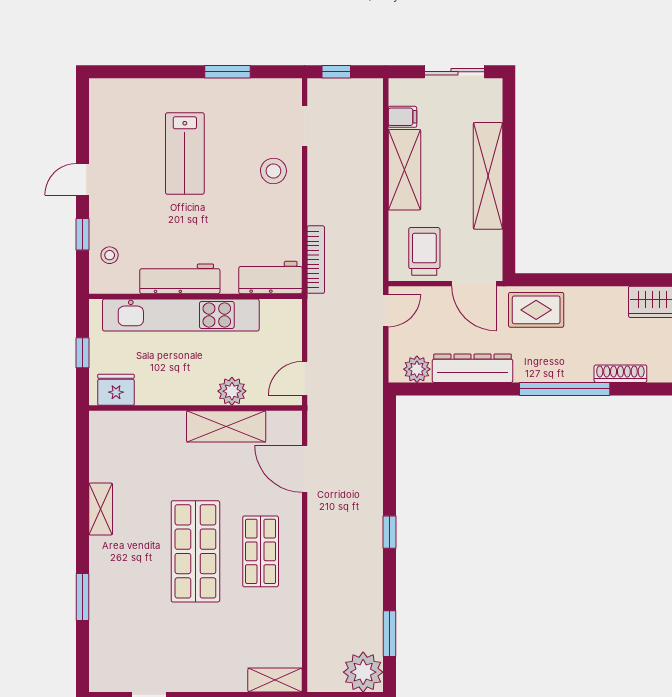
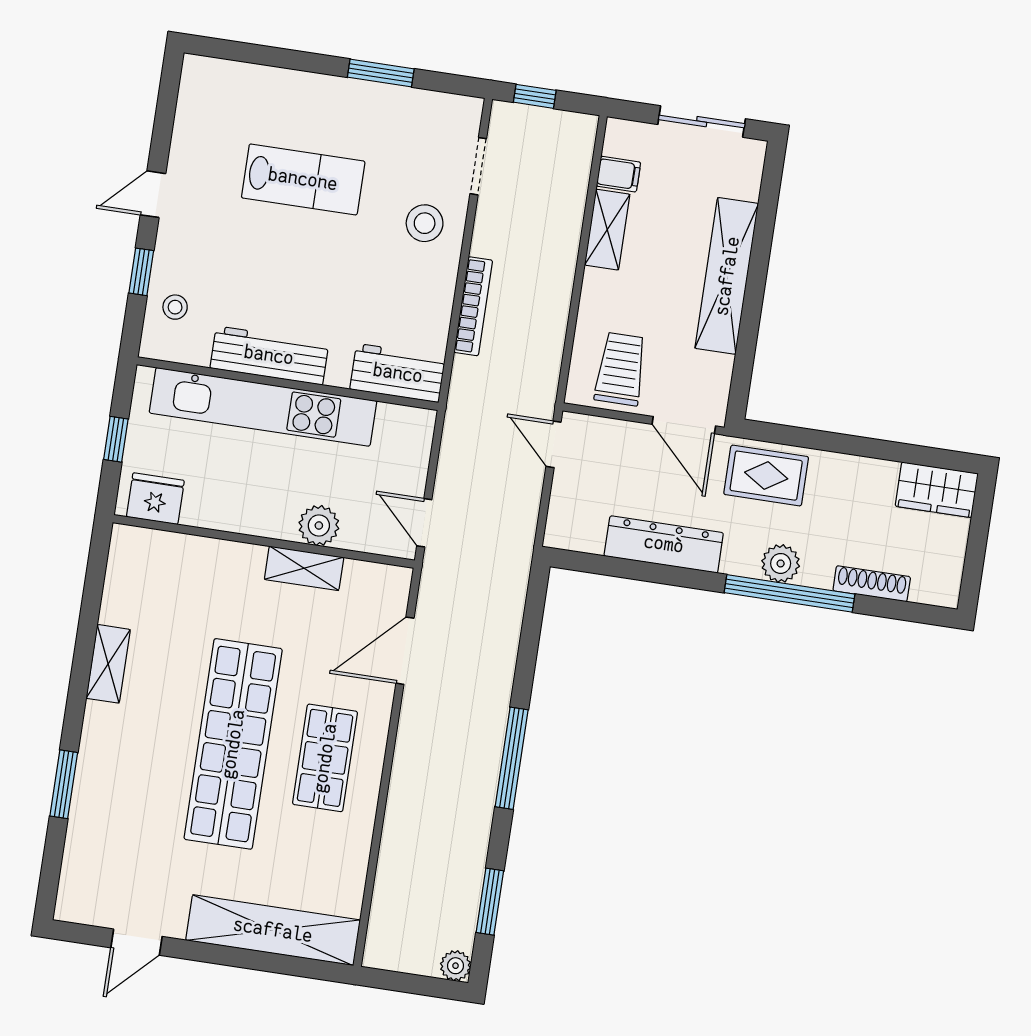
lab bench: (185, 153) -> (303, 179), turned -90
shelving: (404, 170) -> (607, 230), width x0.67, depth x0.75
bookcase: (316, 260) -> (473, 306), moved
door: (386, 311) -> (554, 444), swing flipped
plant: (417, 369) -> (781, 563), moved
door: (305, 378) -> (424, 523), hinge flipped
shelving: (226, 426) -> (304, 568), width x0.67, depth x0.75
door: (305, 469) -> (405, 651), hinge flipped
window: (390, 532) -> (512, 758), width x2.17
shop shelf: (195, 551) -> (233, 744), width x1.40
plant: (363, 672) -> (456, 966), width x0.53, depth x0.53
shelving: (275, 680) -> (273, 930), width x2.20, depth x1.33

